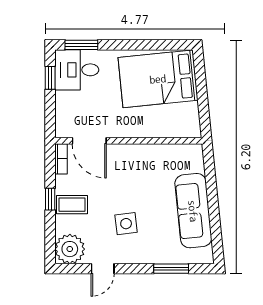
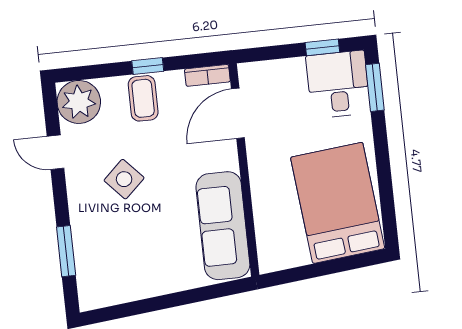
sofa: (193, 211) -> (223, 226), moved, turned -84
side table: (126, 224) -> (124, 179), turned -36

